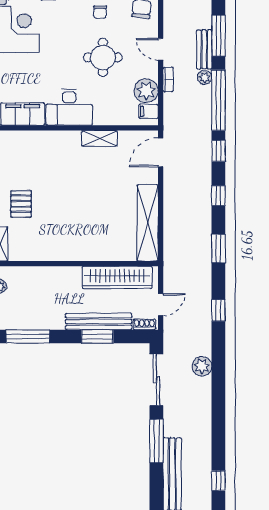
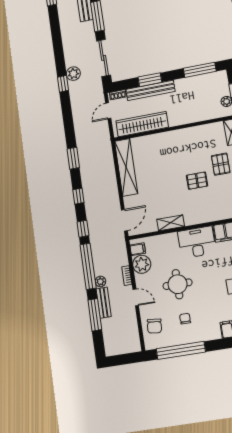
pallet: (56, 188) -> (197, 181), added
window: (218, 310) -> (63, 84), moved

